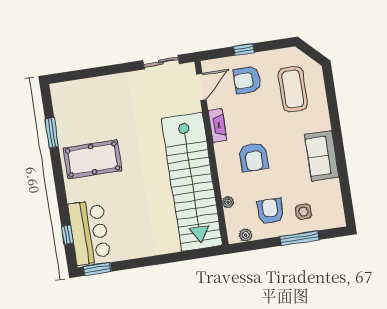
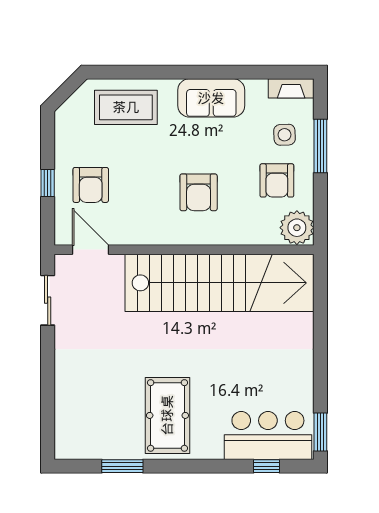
coffee table: (293, 89) -> (126, 107), moved
fireplace: (217, 126) -> (291, 88), moved, turned 180
armchair: (254, 157) -> (199, 192), turned 90
plant: (228, 202) -> (255, 237), removed
armchair: (270, 211) -> (277, 180), turned -90
plant: (246, 235) -> (297, 228), width x1.87, depth x1.87

